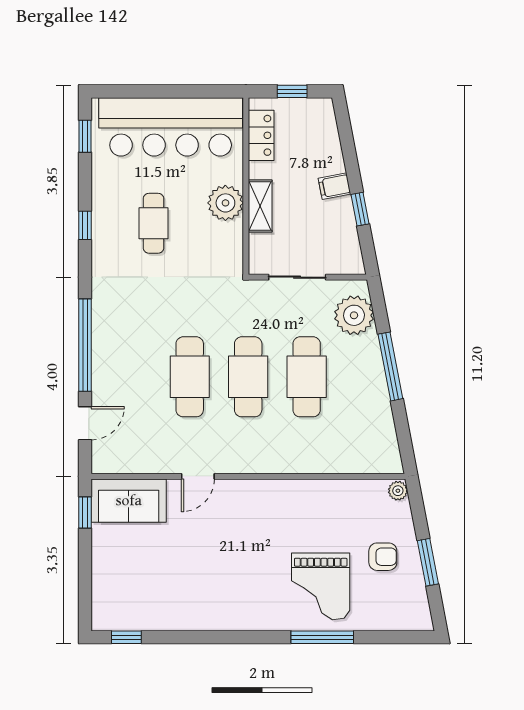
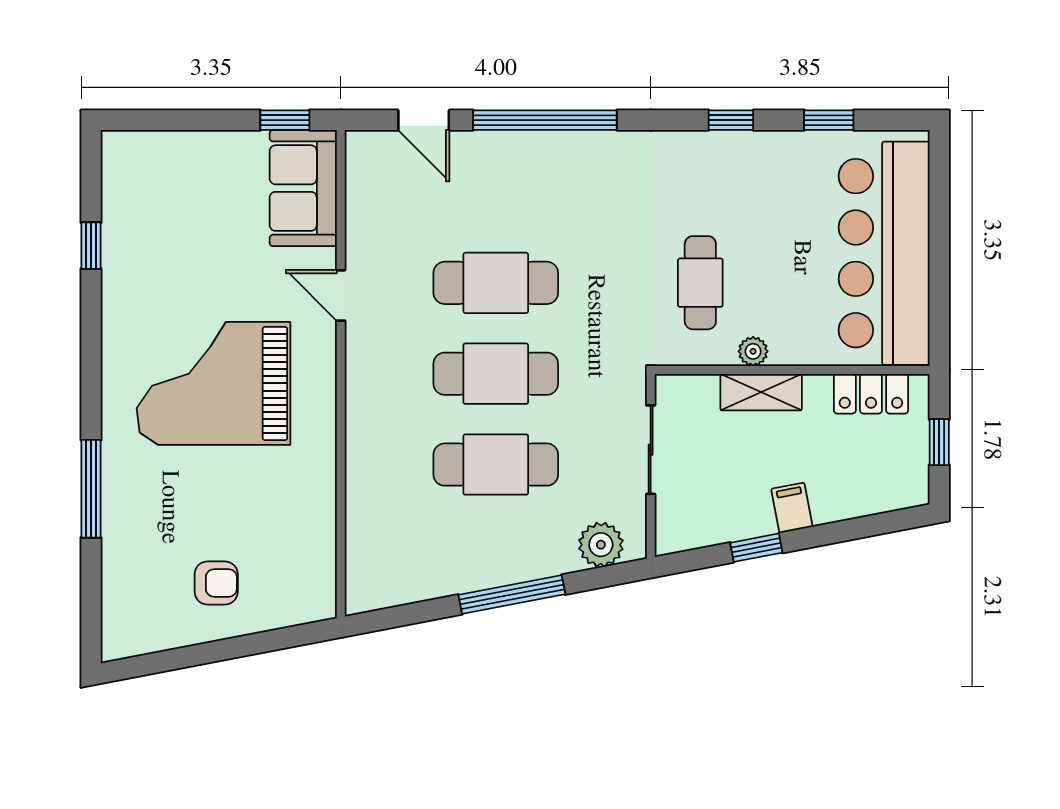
window: (85, 136) -> (829, 120), moved
plant: (225, 203) -> (753, 351), width x0.53, depth x0.53
cafe table: (154, 223) -> (700, 283), moved, turned 90
plant: (354, 315) -> (601, 545), width x0.73, depth x0.73
plant: (398, 491) -> (319, 606), removed
armchair: (383, 557) -> (216, 583), turned -90
window: (428, 562) -> (207, 653), removed
grand piano: (321, 586) -> (213, 383), moved, width x1.37, depth x1.48
window: (126, 637) -> (91, 246), moved

